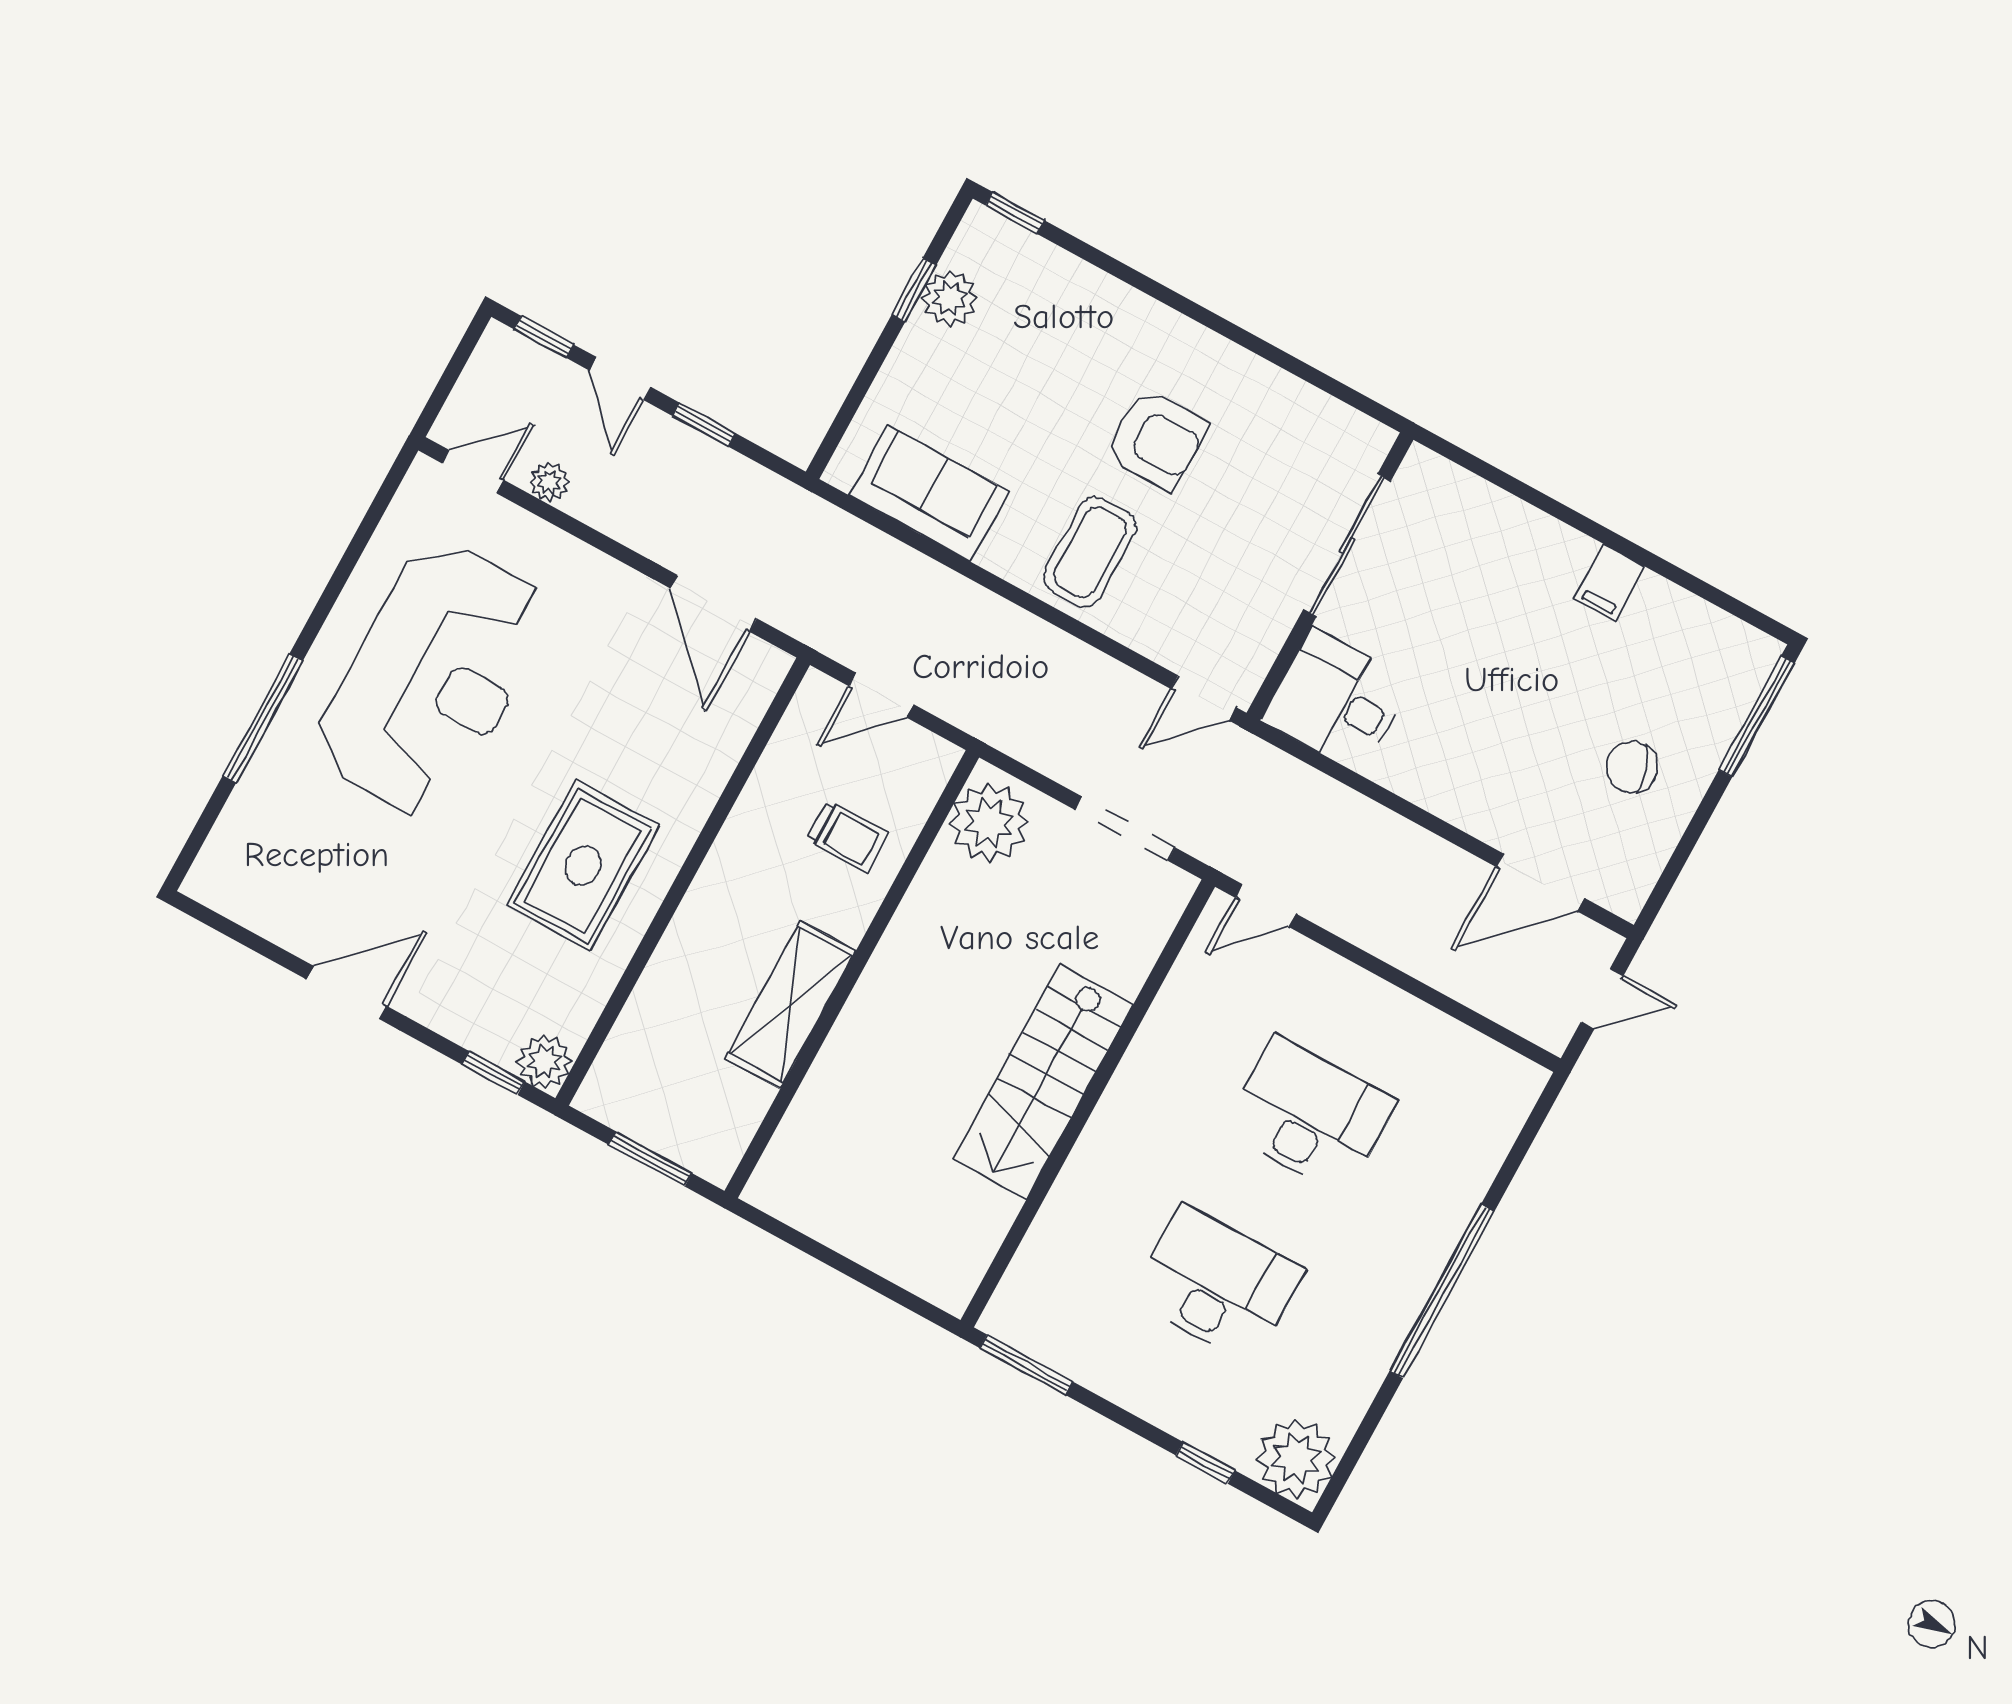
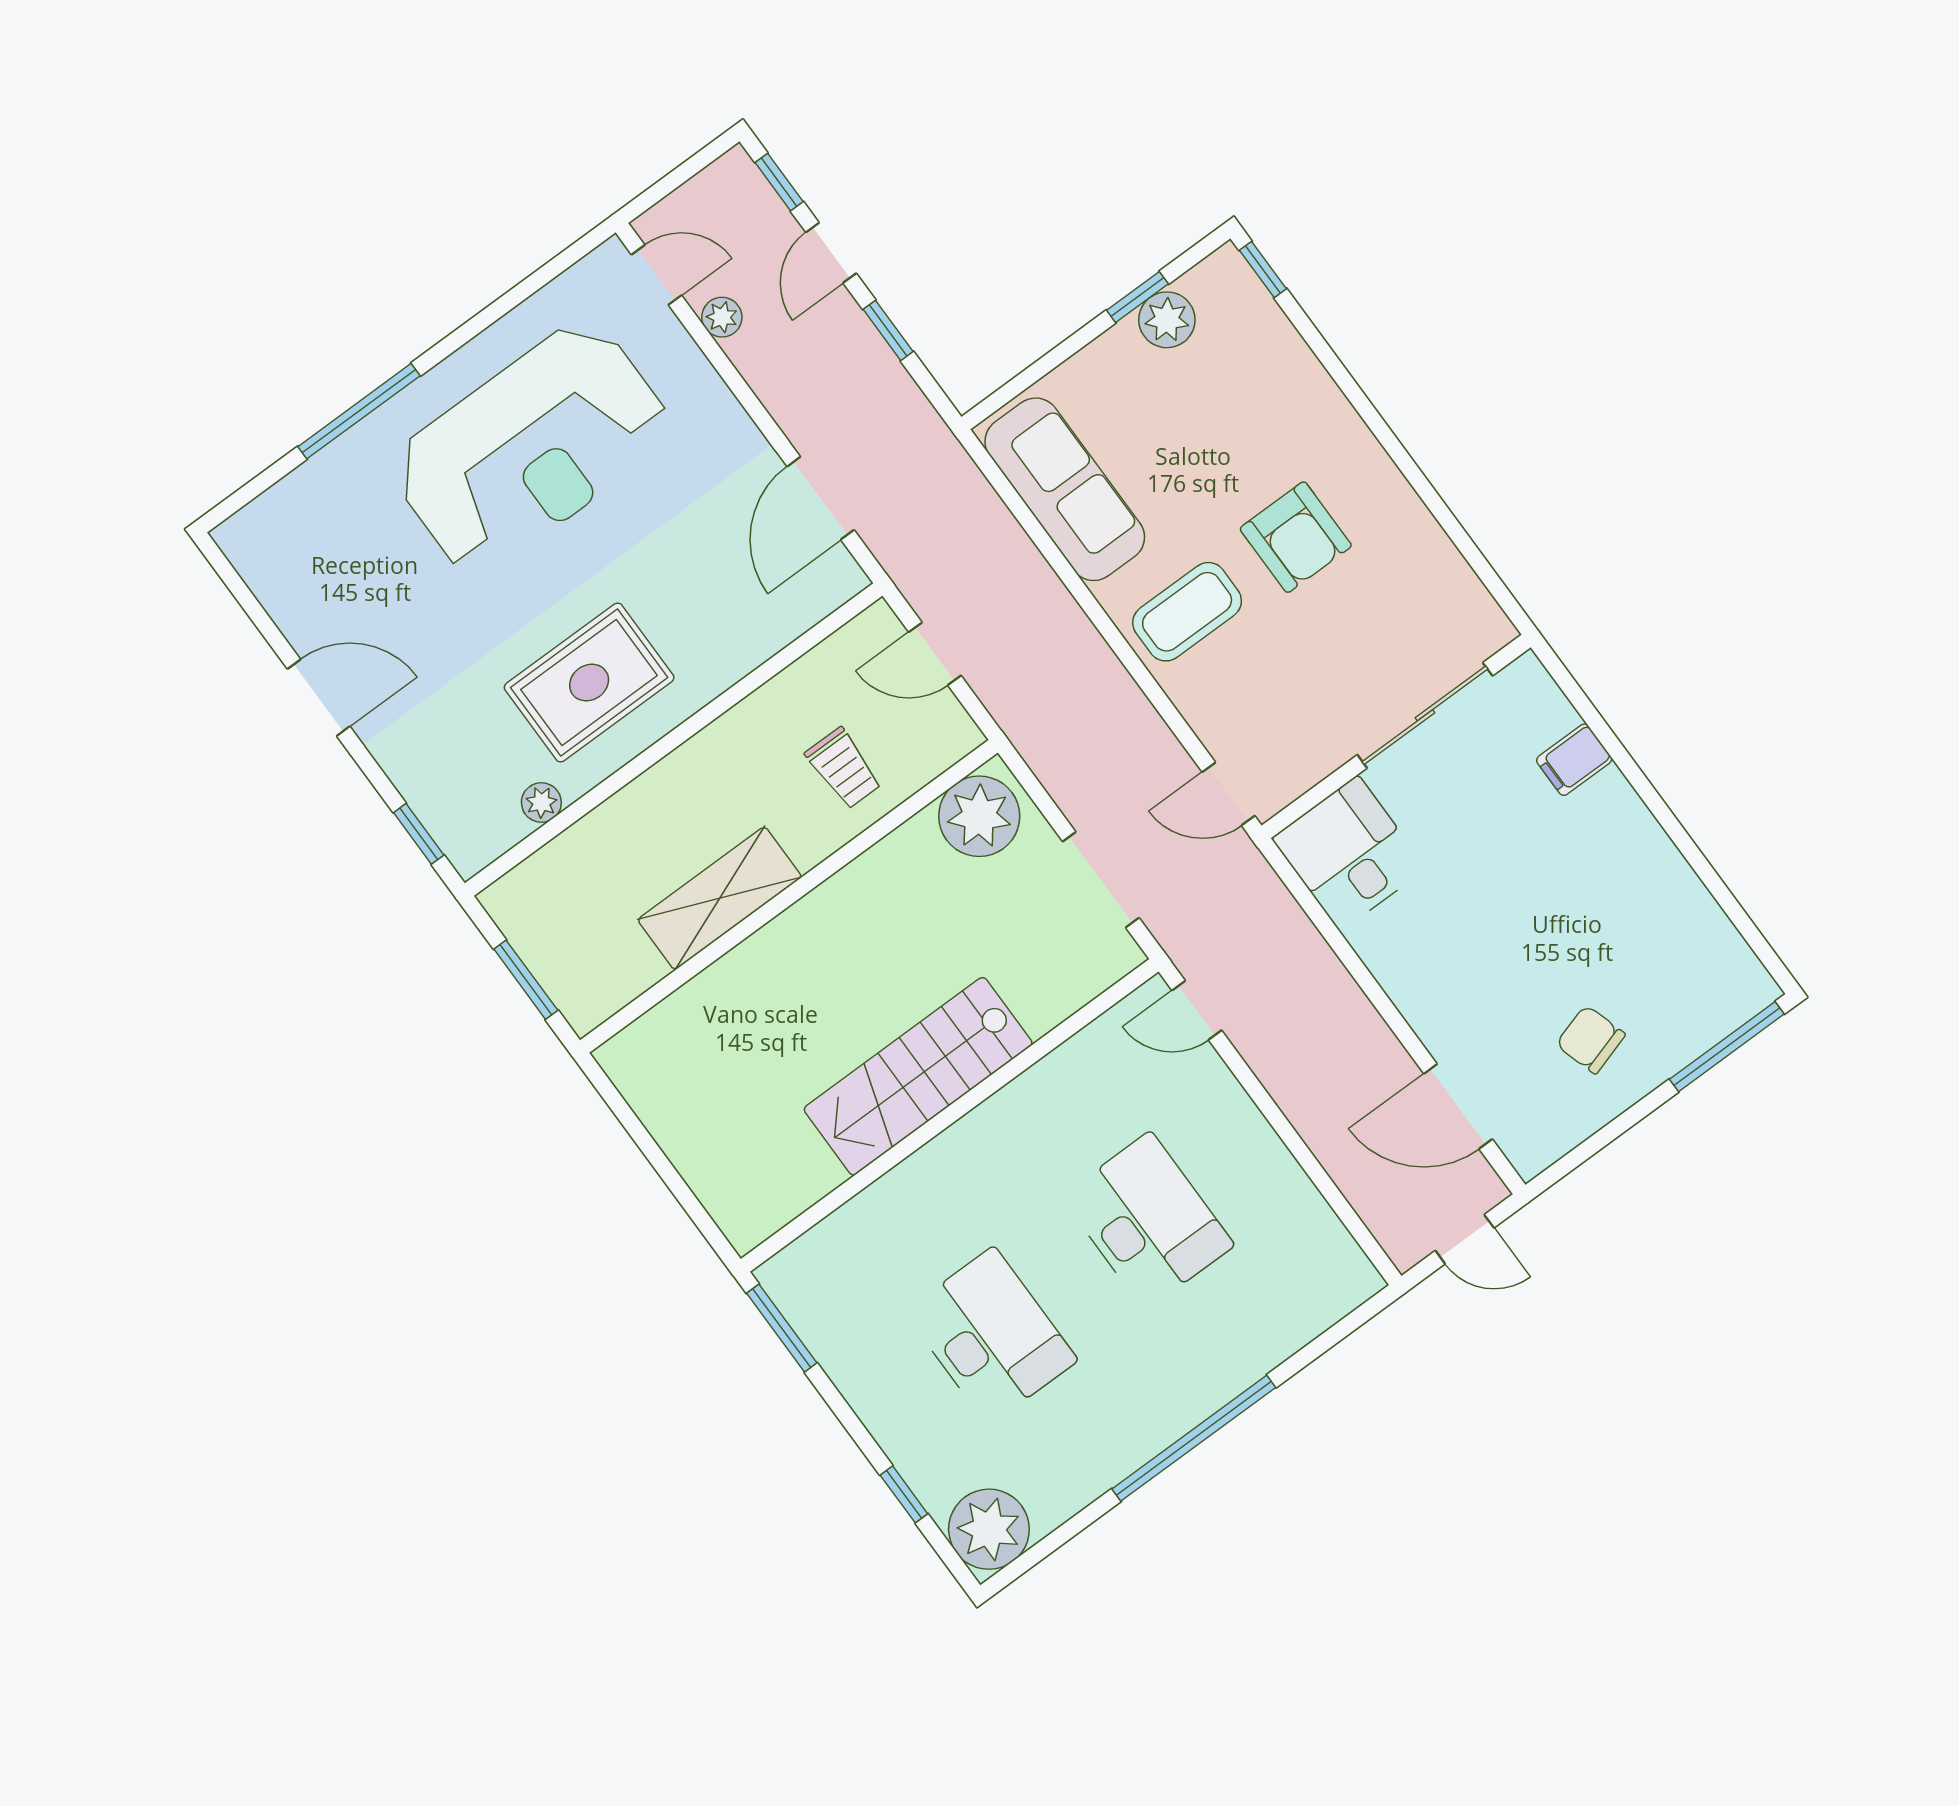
sofa: (929, 493) -> (1065, 489), width x1.36
filing cabinet: (1609, 583) -> (1574, 760), moved
plant: (545, 1062) -> (541, 803), moved, width x0.73, depth x0.73

